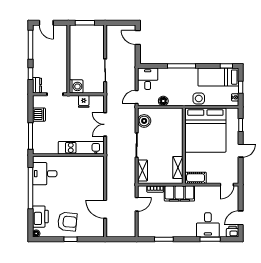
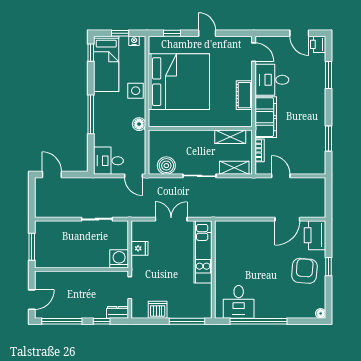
door: (138, 37) -> (52, 174), swing flipped
floor lamp: (163, 101) -> (139, 124), moved
double door: (105, 124) -> (171, 219), swing flipped
wall: (184, 146) -> (200, 128), moved
shelving: (178, 168) -> (230, 137), moved
printer: (40, 217) -> (315, 235), moved, turned -90
desk: (208, 225) -> (272, 80), moved, turned 180

